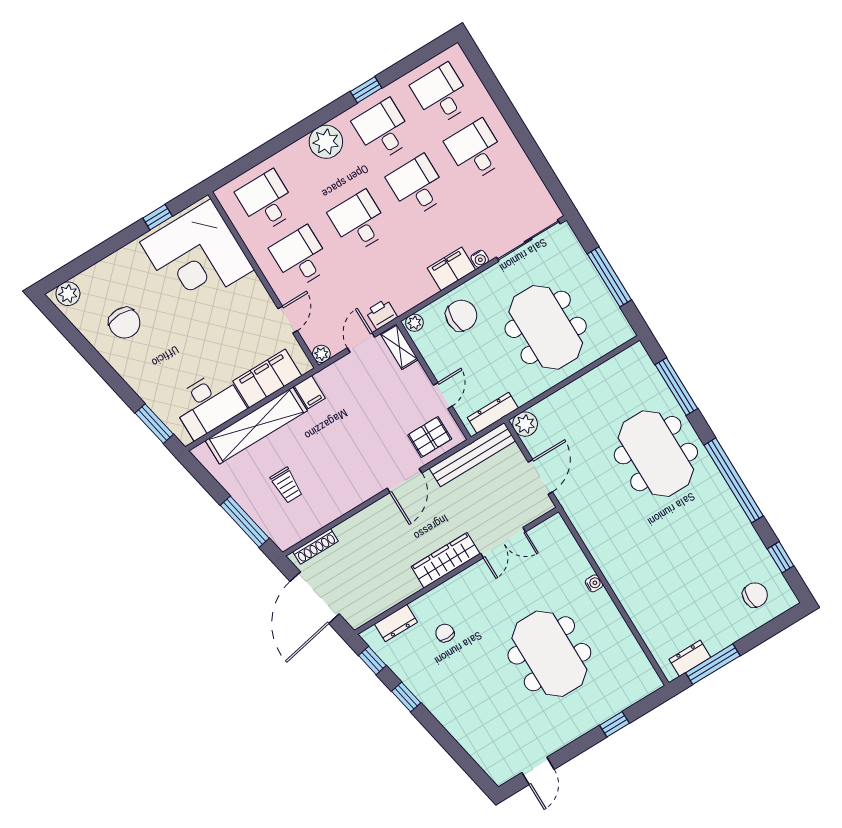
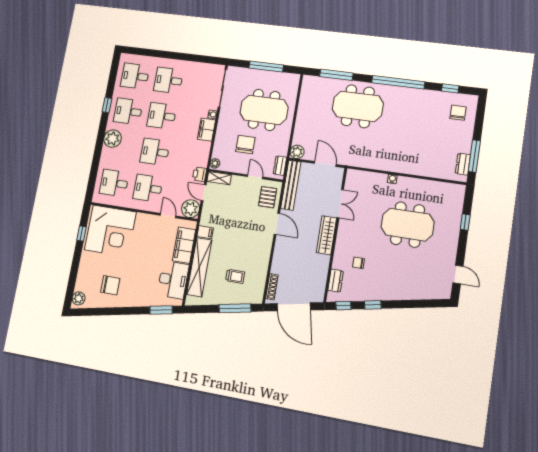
chair: (461, 315) -> (245, 144), moved
plant: (321, 354) -> (191, 209), width x1.87, depth x1.87
dresser: (493, 413) -> (280, 166), width x0.70

